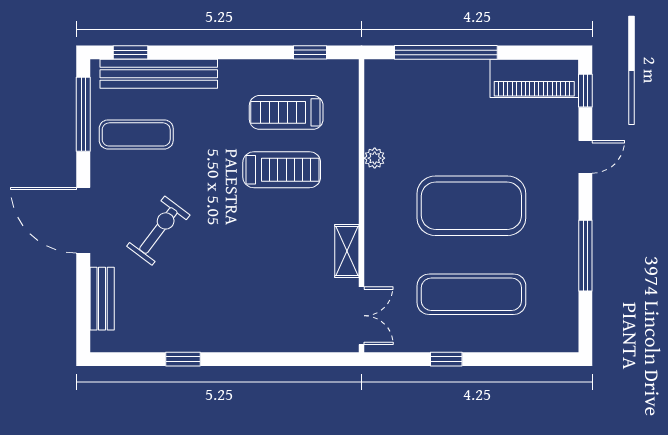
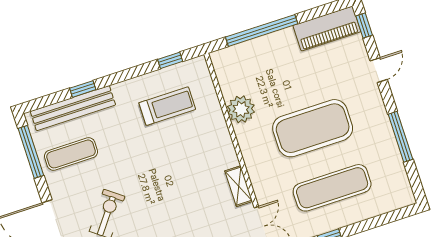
window: (130, 52) -> (83, 89), moved
treadmill: (286, 112) -> (167, 106), turned 180
plant: (375, 158) -> (241, 109), width x1.87, depth x1.87
treadmill: (282, 170) -> (177, 146), removed

